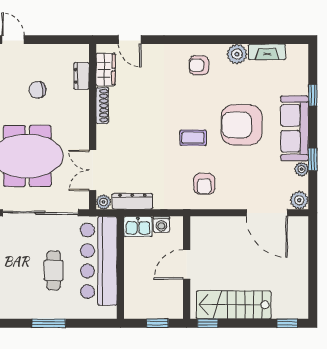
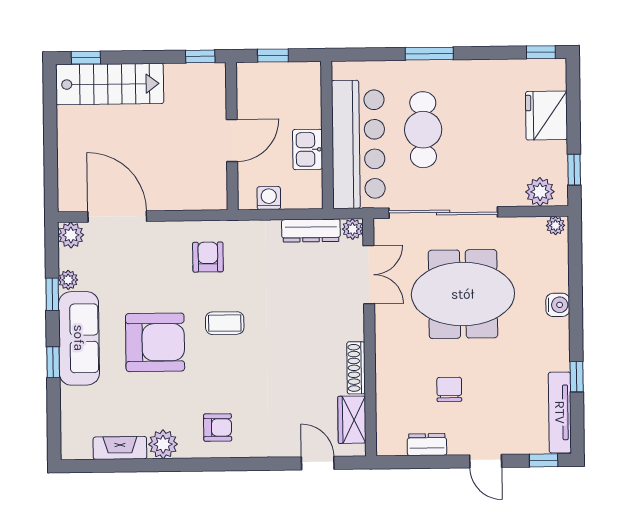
dresser: (81, 76) -> (427, 445), moved, turned -90
chair: (38, 90) -> (449, 389), turned -84
window: (313, 95) -> (53, 362), moved
kitchen sink: (138, 226) -> (308, 149), moved, turned -90
cafe table: (54, 270) -> (423, 130), width x1.37, depth x1.35
stairs: (234, 305) -> (110, 84), moved

